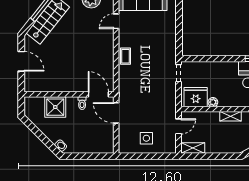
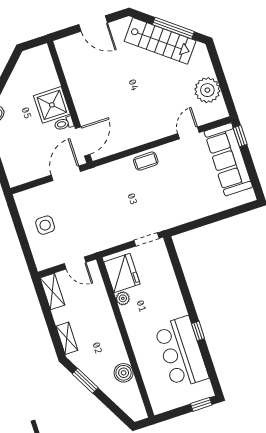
door: (116, 21) -> (189, 133), hinge flipped
door: (21, 61) -> (93, 24), hinge flipped
shower: (55, 107) -> (52, 105), moved
shelving: (230, 116) -> (67, 338), moved

